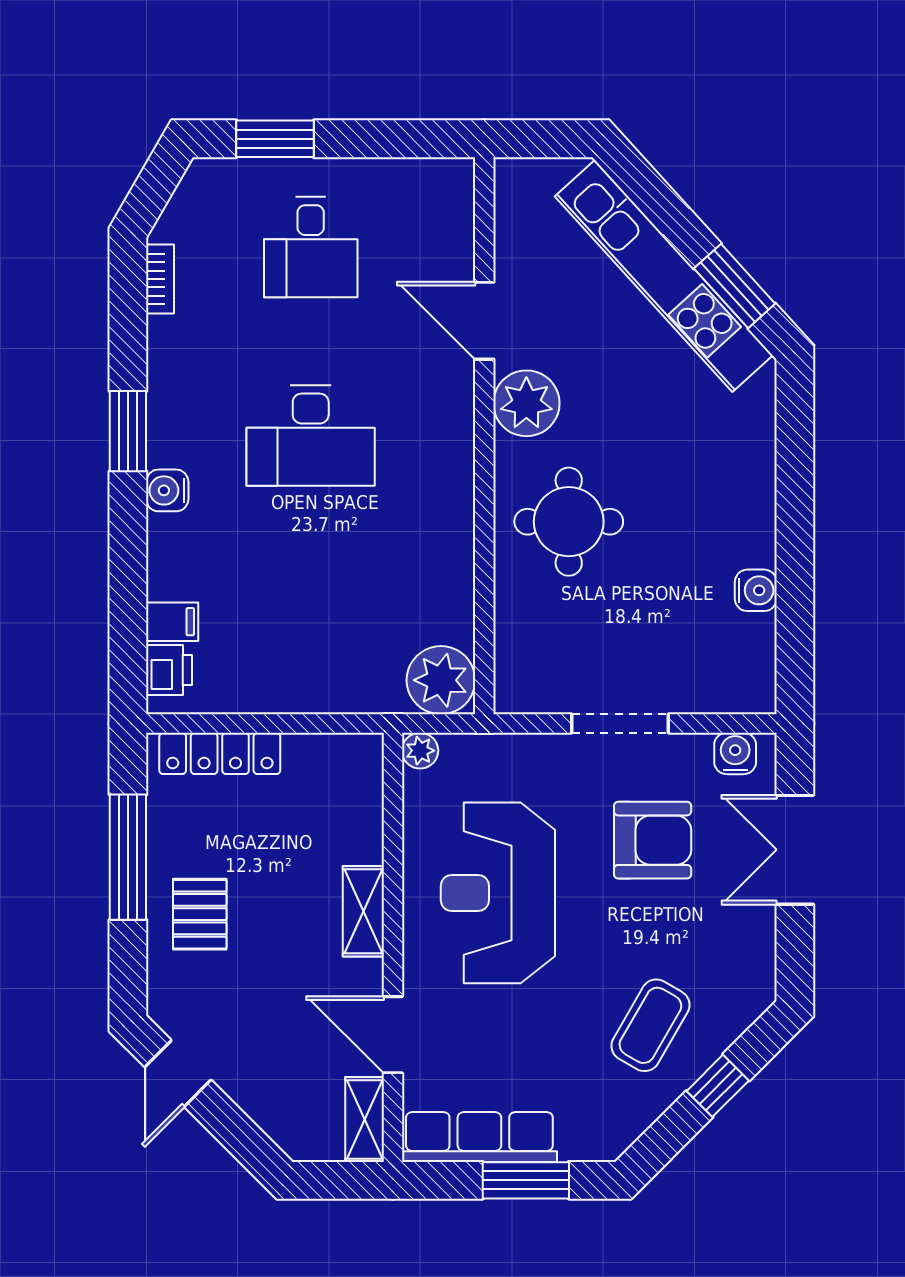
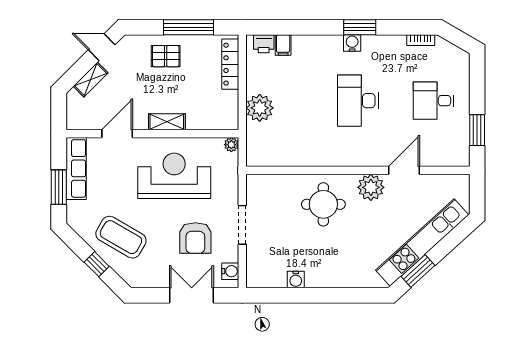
window: (275, 139) -> (477, 130), moved
water cooler: (167, 490) -> (352, 43), moved
plant: (441, 680) -> (260, 108), moved
coffee table: (650, 1025) -> (121, 237), width x1.36, depth x1.32
shelving: (365, 1119) -> (91, 80), moved, turned -45

